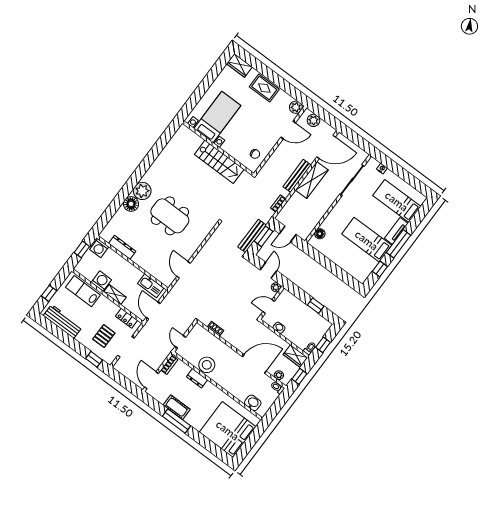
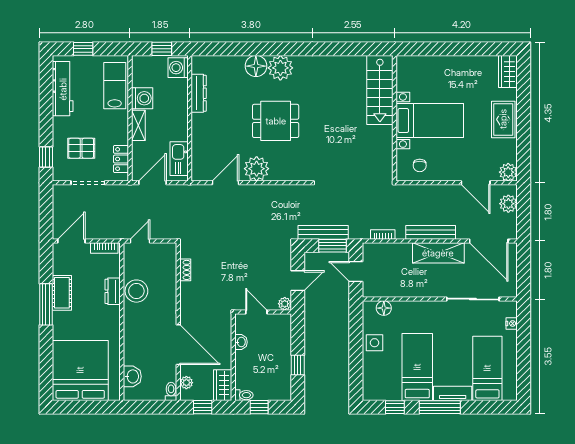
bed with nightstands: (217, 117) -> (430, 121), moved
stairs: (219, 162) -> (380, 90), moved
dining table: (170, 216) -> (276, 121), width x0.73
plant: (189, 247) -> (257, 169), added
side table: (335, 253) -> (375, 343), added

